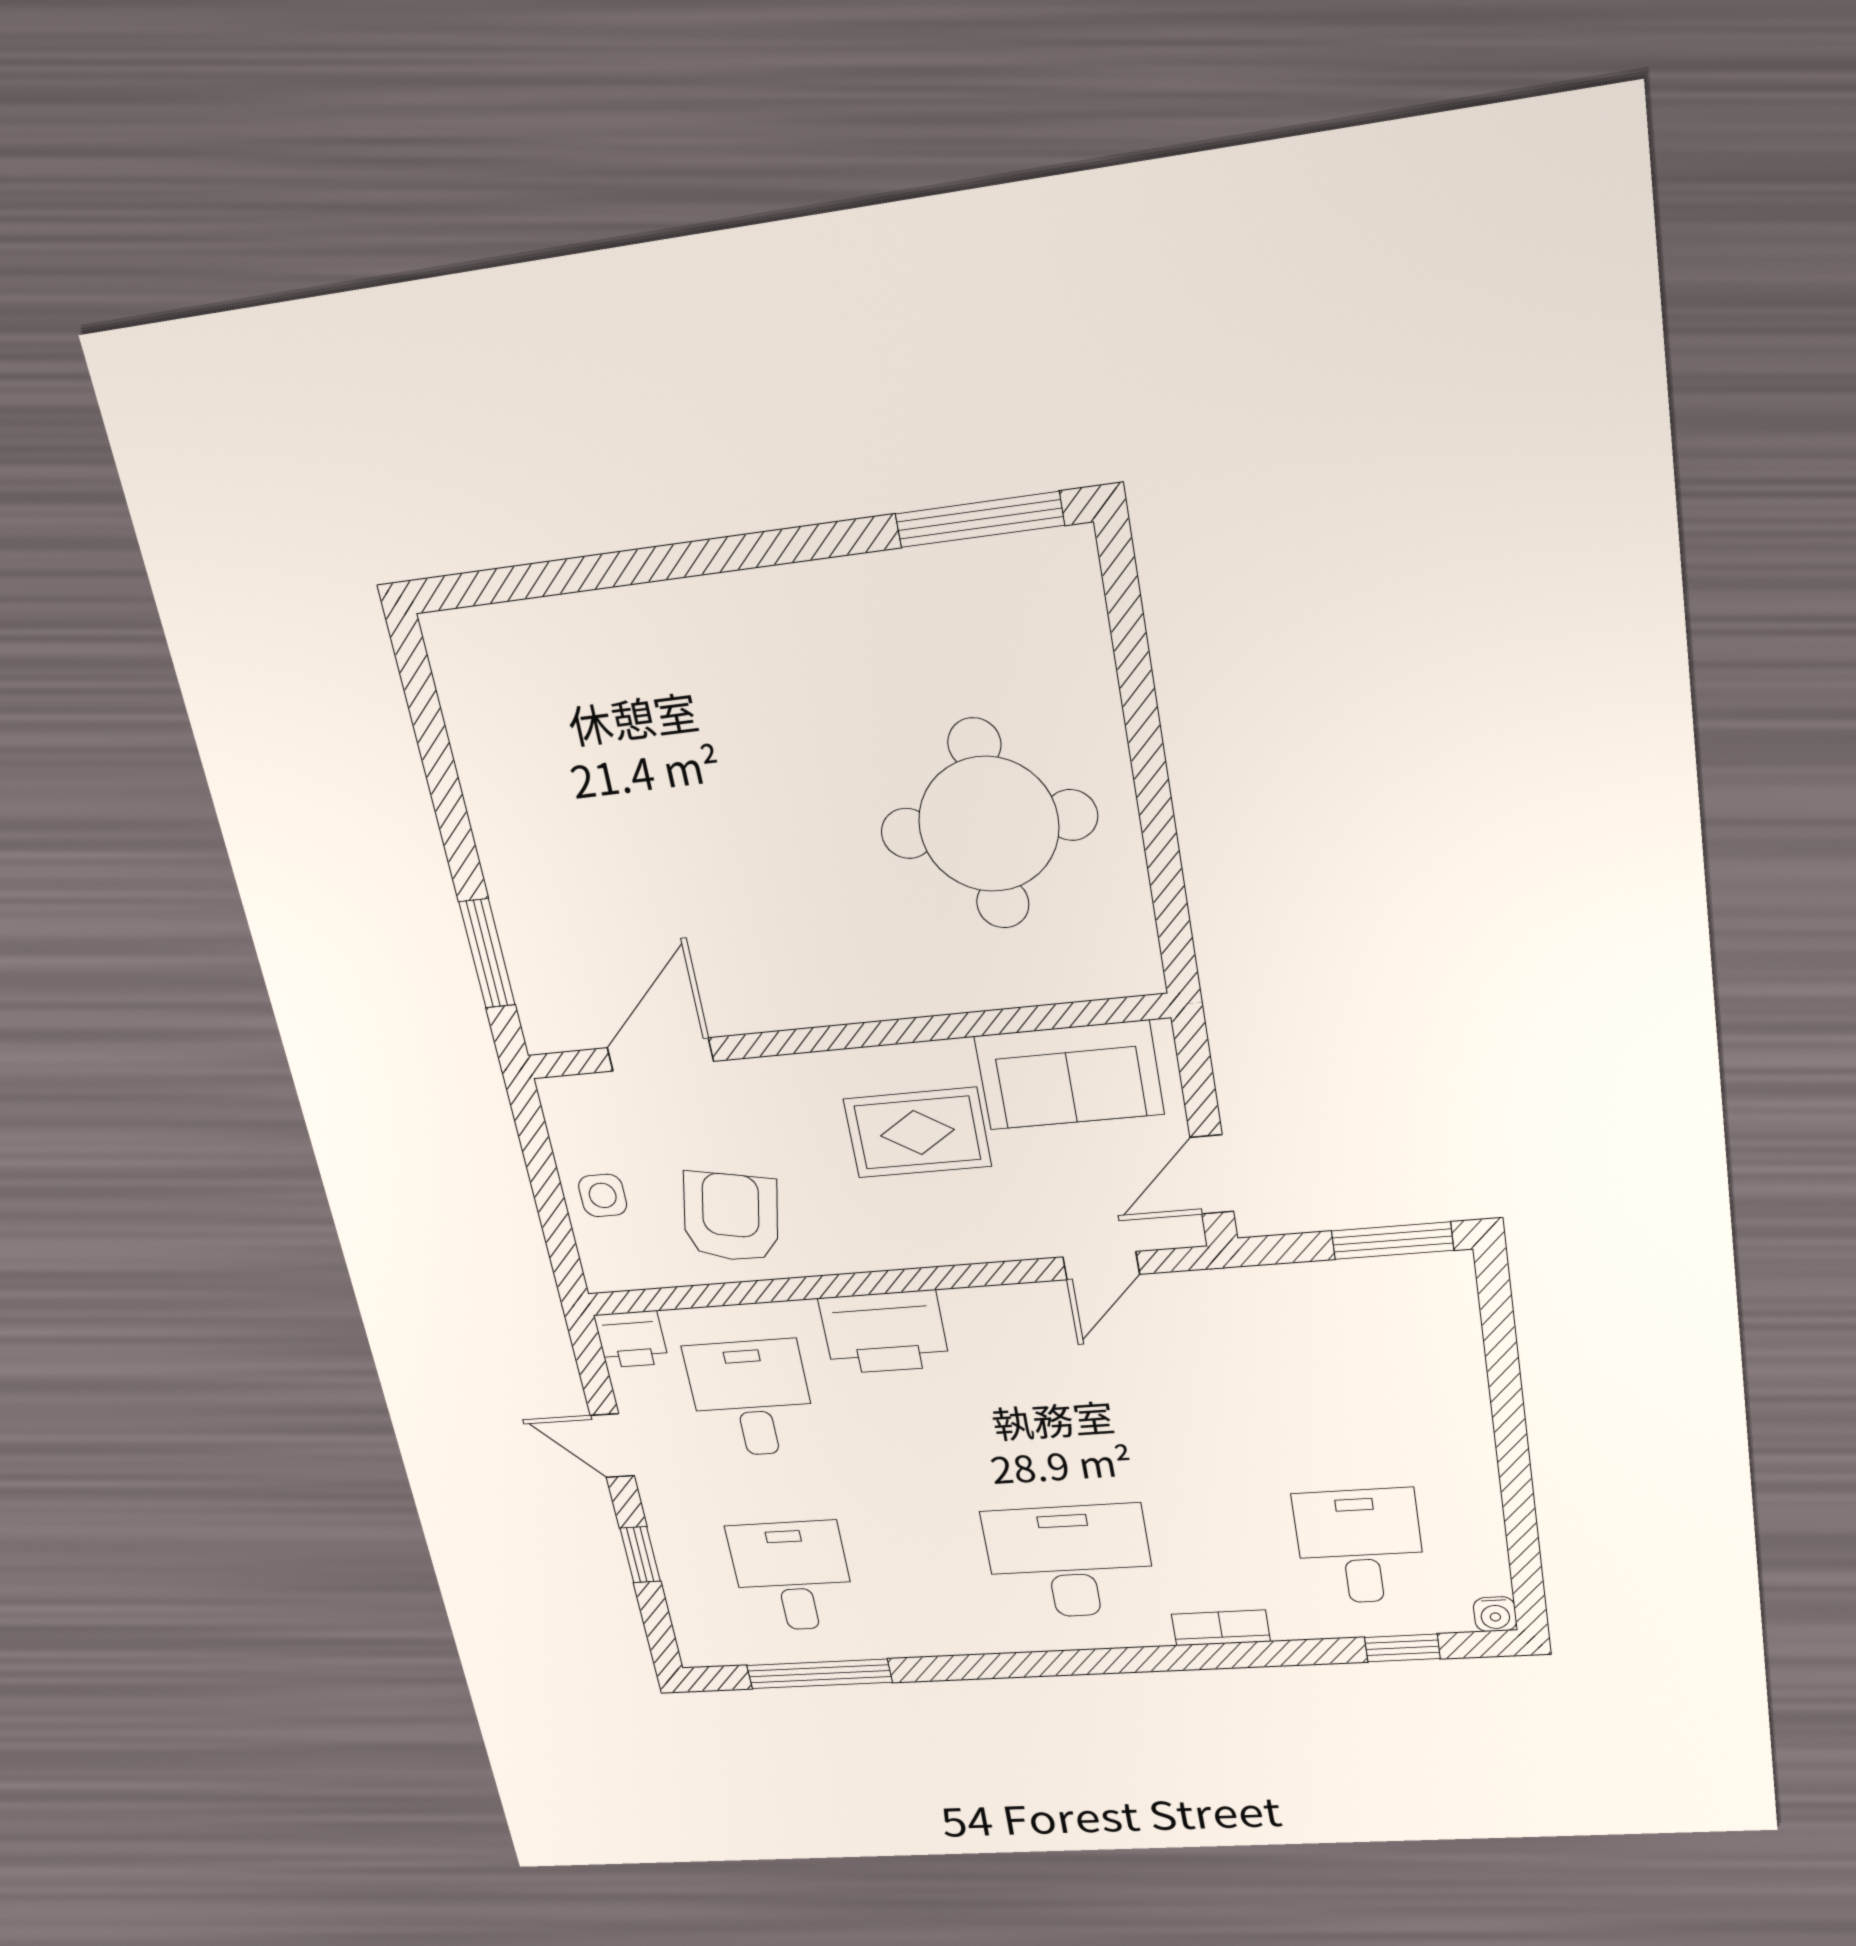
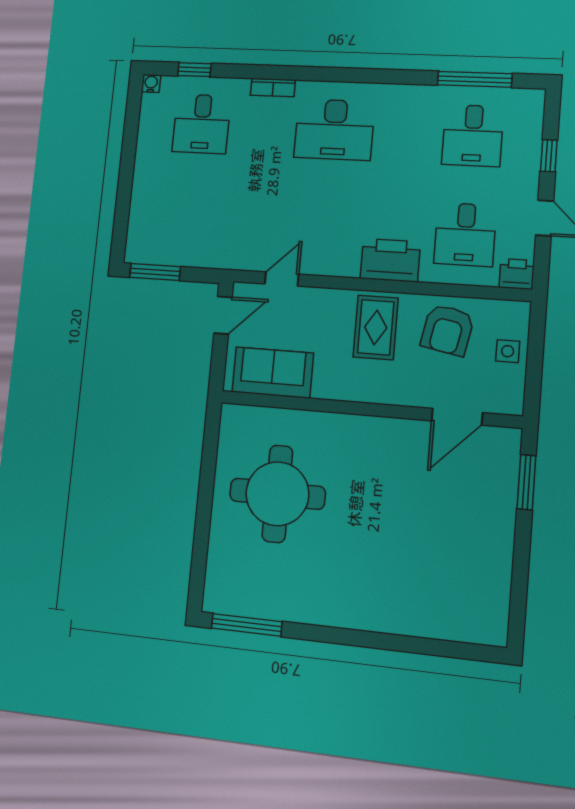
rug: (917, 1133) -> (376, 327), moved, turned 90

